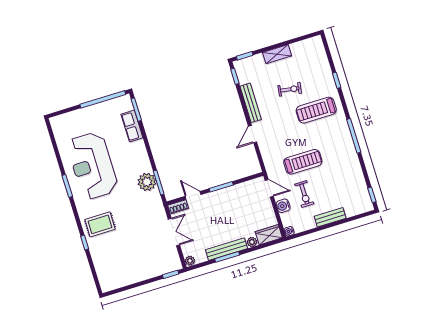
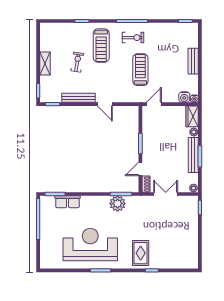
reception desk: (92, 166) -> (90, 245), turned 180
exercise bike: (304, 194) -> (133, 38), moved
water cooler: (283, 206) -> (184, 97), moved

